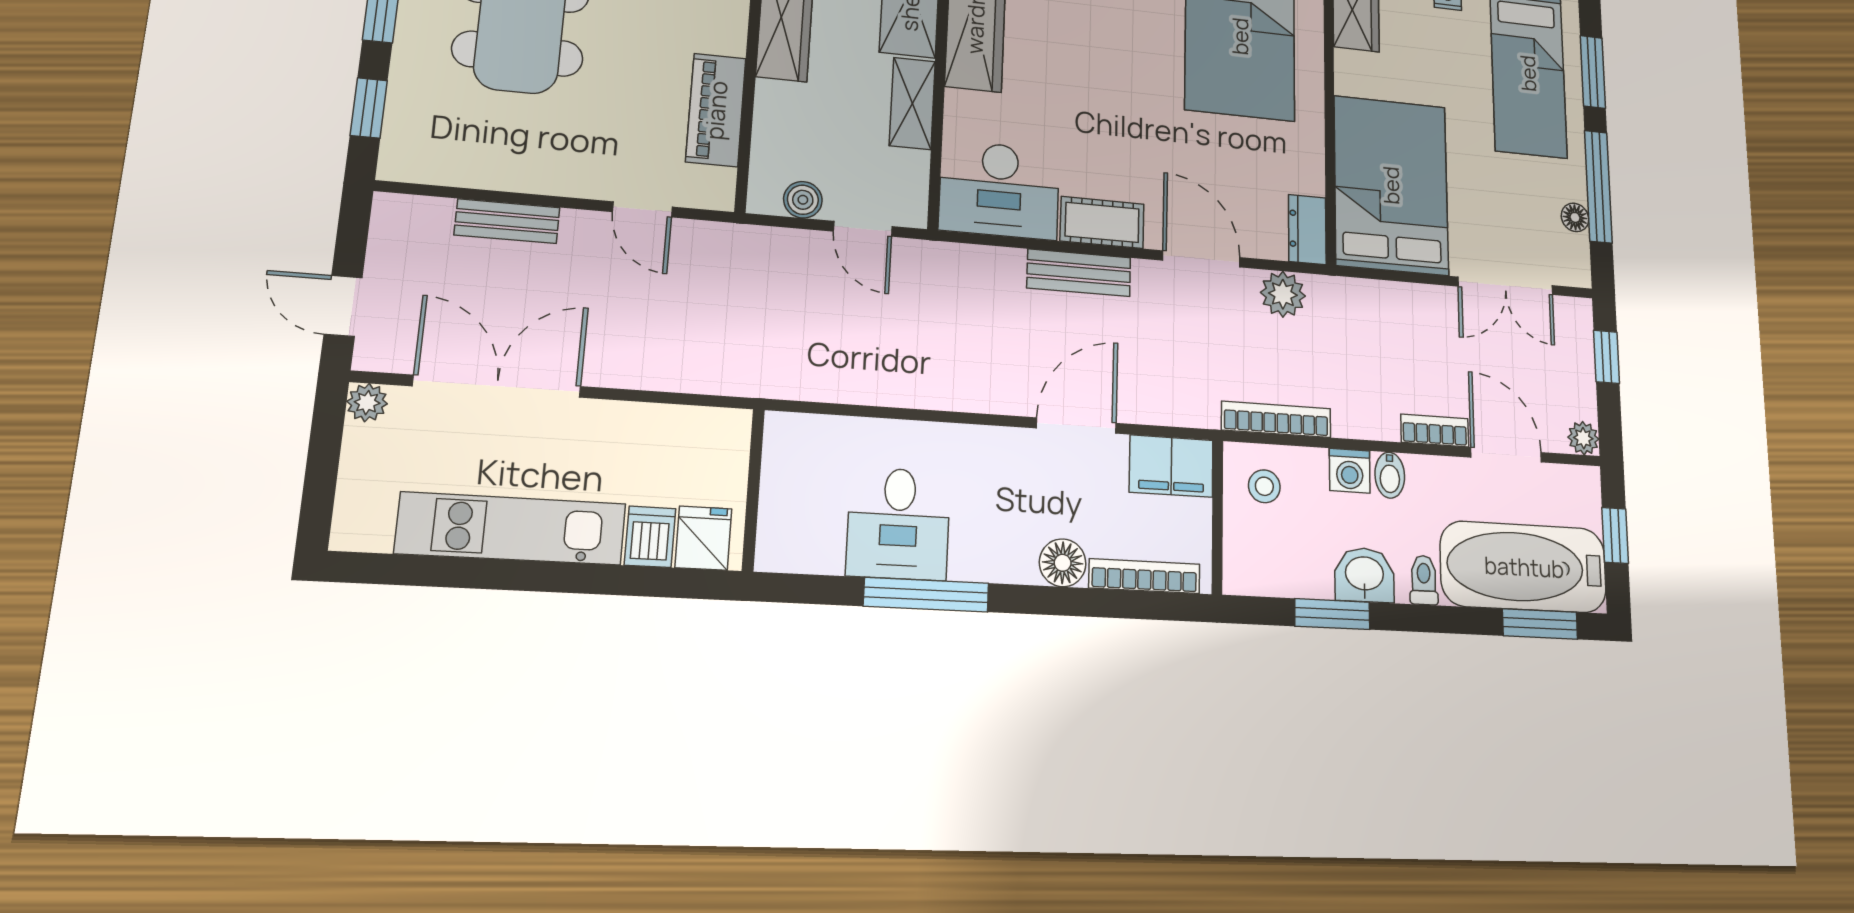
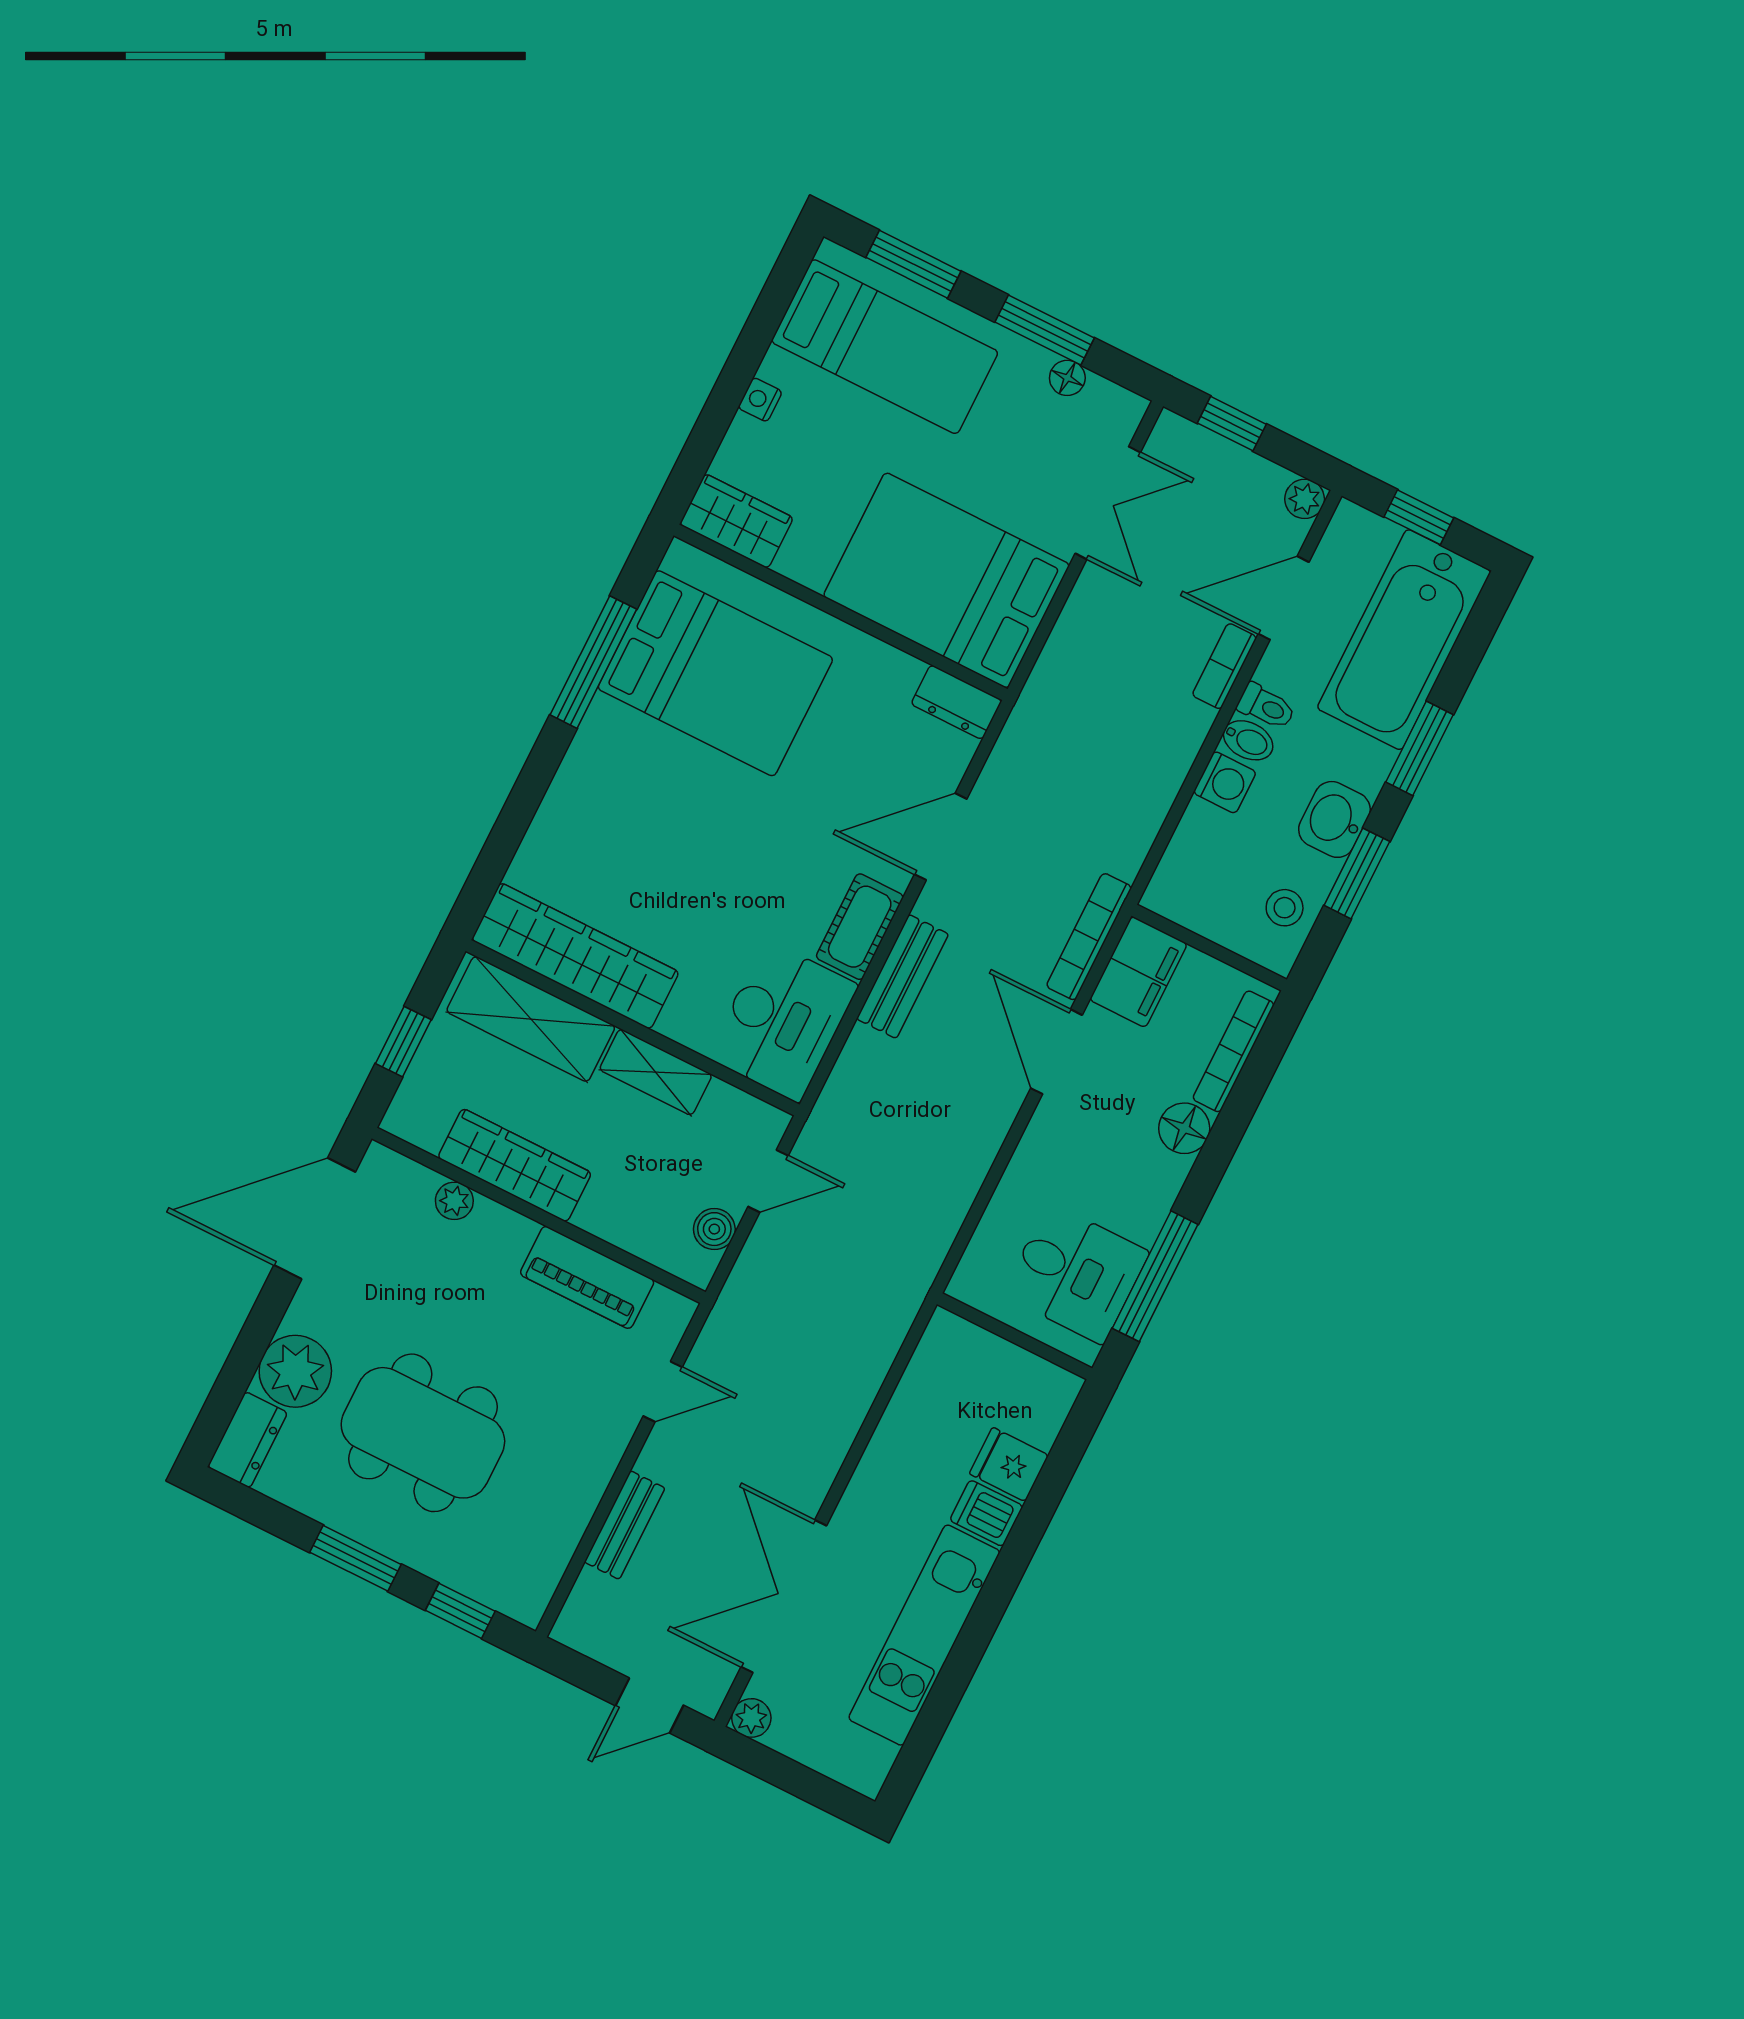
window: (1598, 187) -> (1045, 330), width x0.69
plant: (1283, 294) -> (1014, 764), removed
bookcase: (1276, 419) -> (1089, 937), moved
stool: (1264, 486) -> (1285, 908), moved
wall: (753, 490) -> (1015, 1336), moved
toilet: (1424, 580) -> (1266, 707), moved, turned 180
window: (1540, 624) -> (1420, 748), moved

